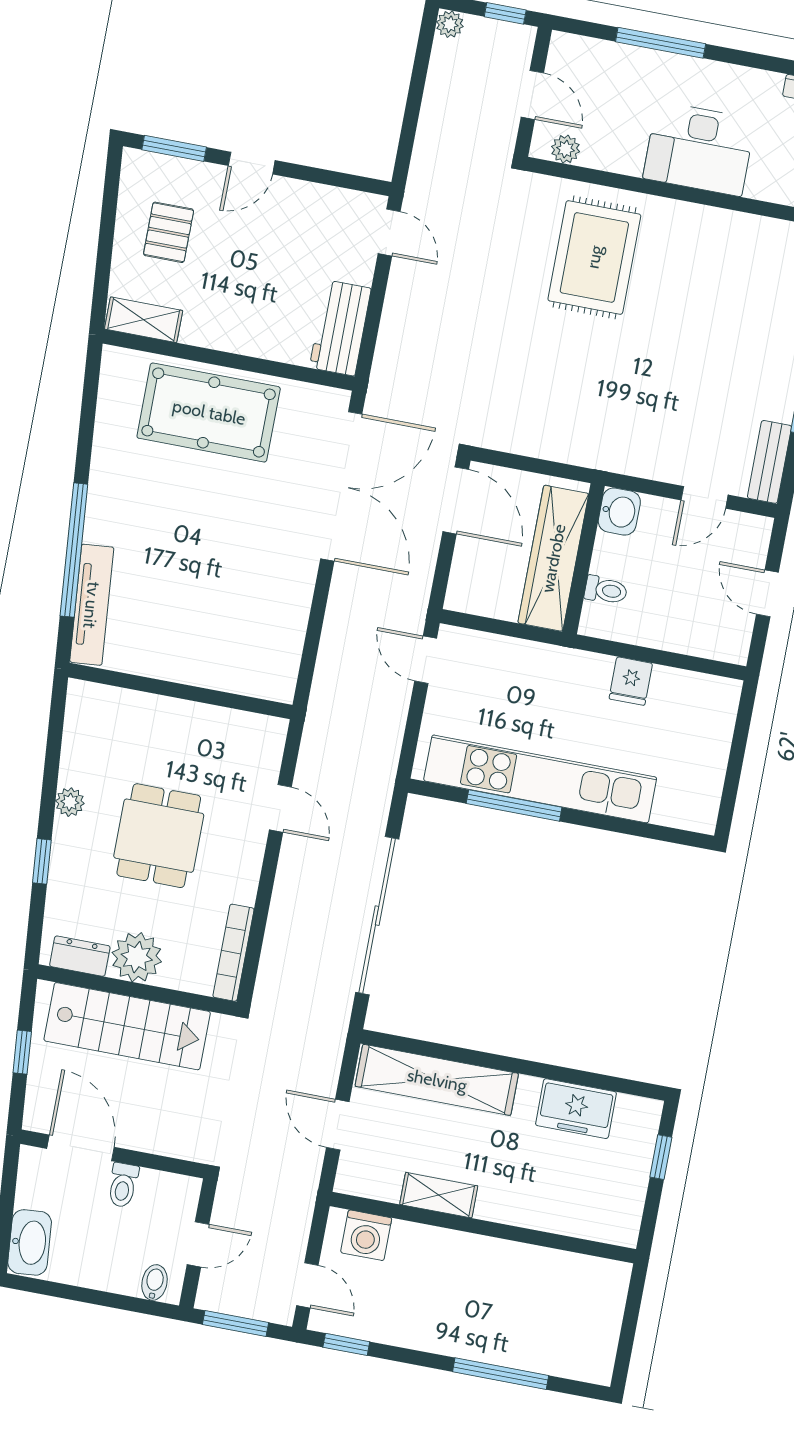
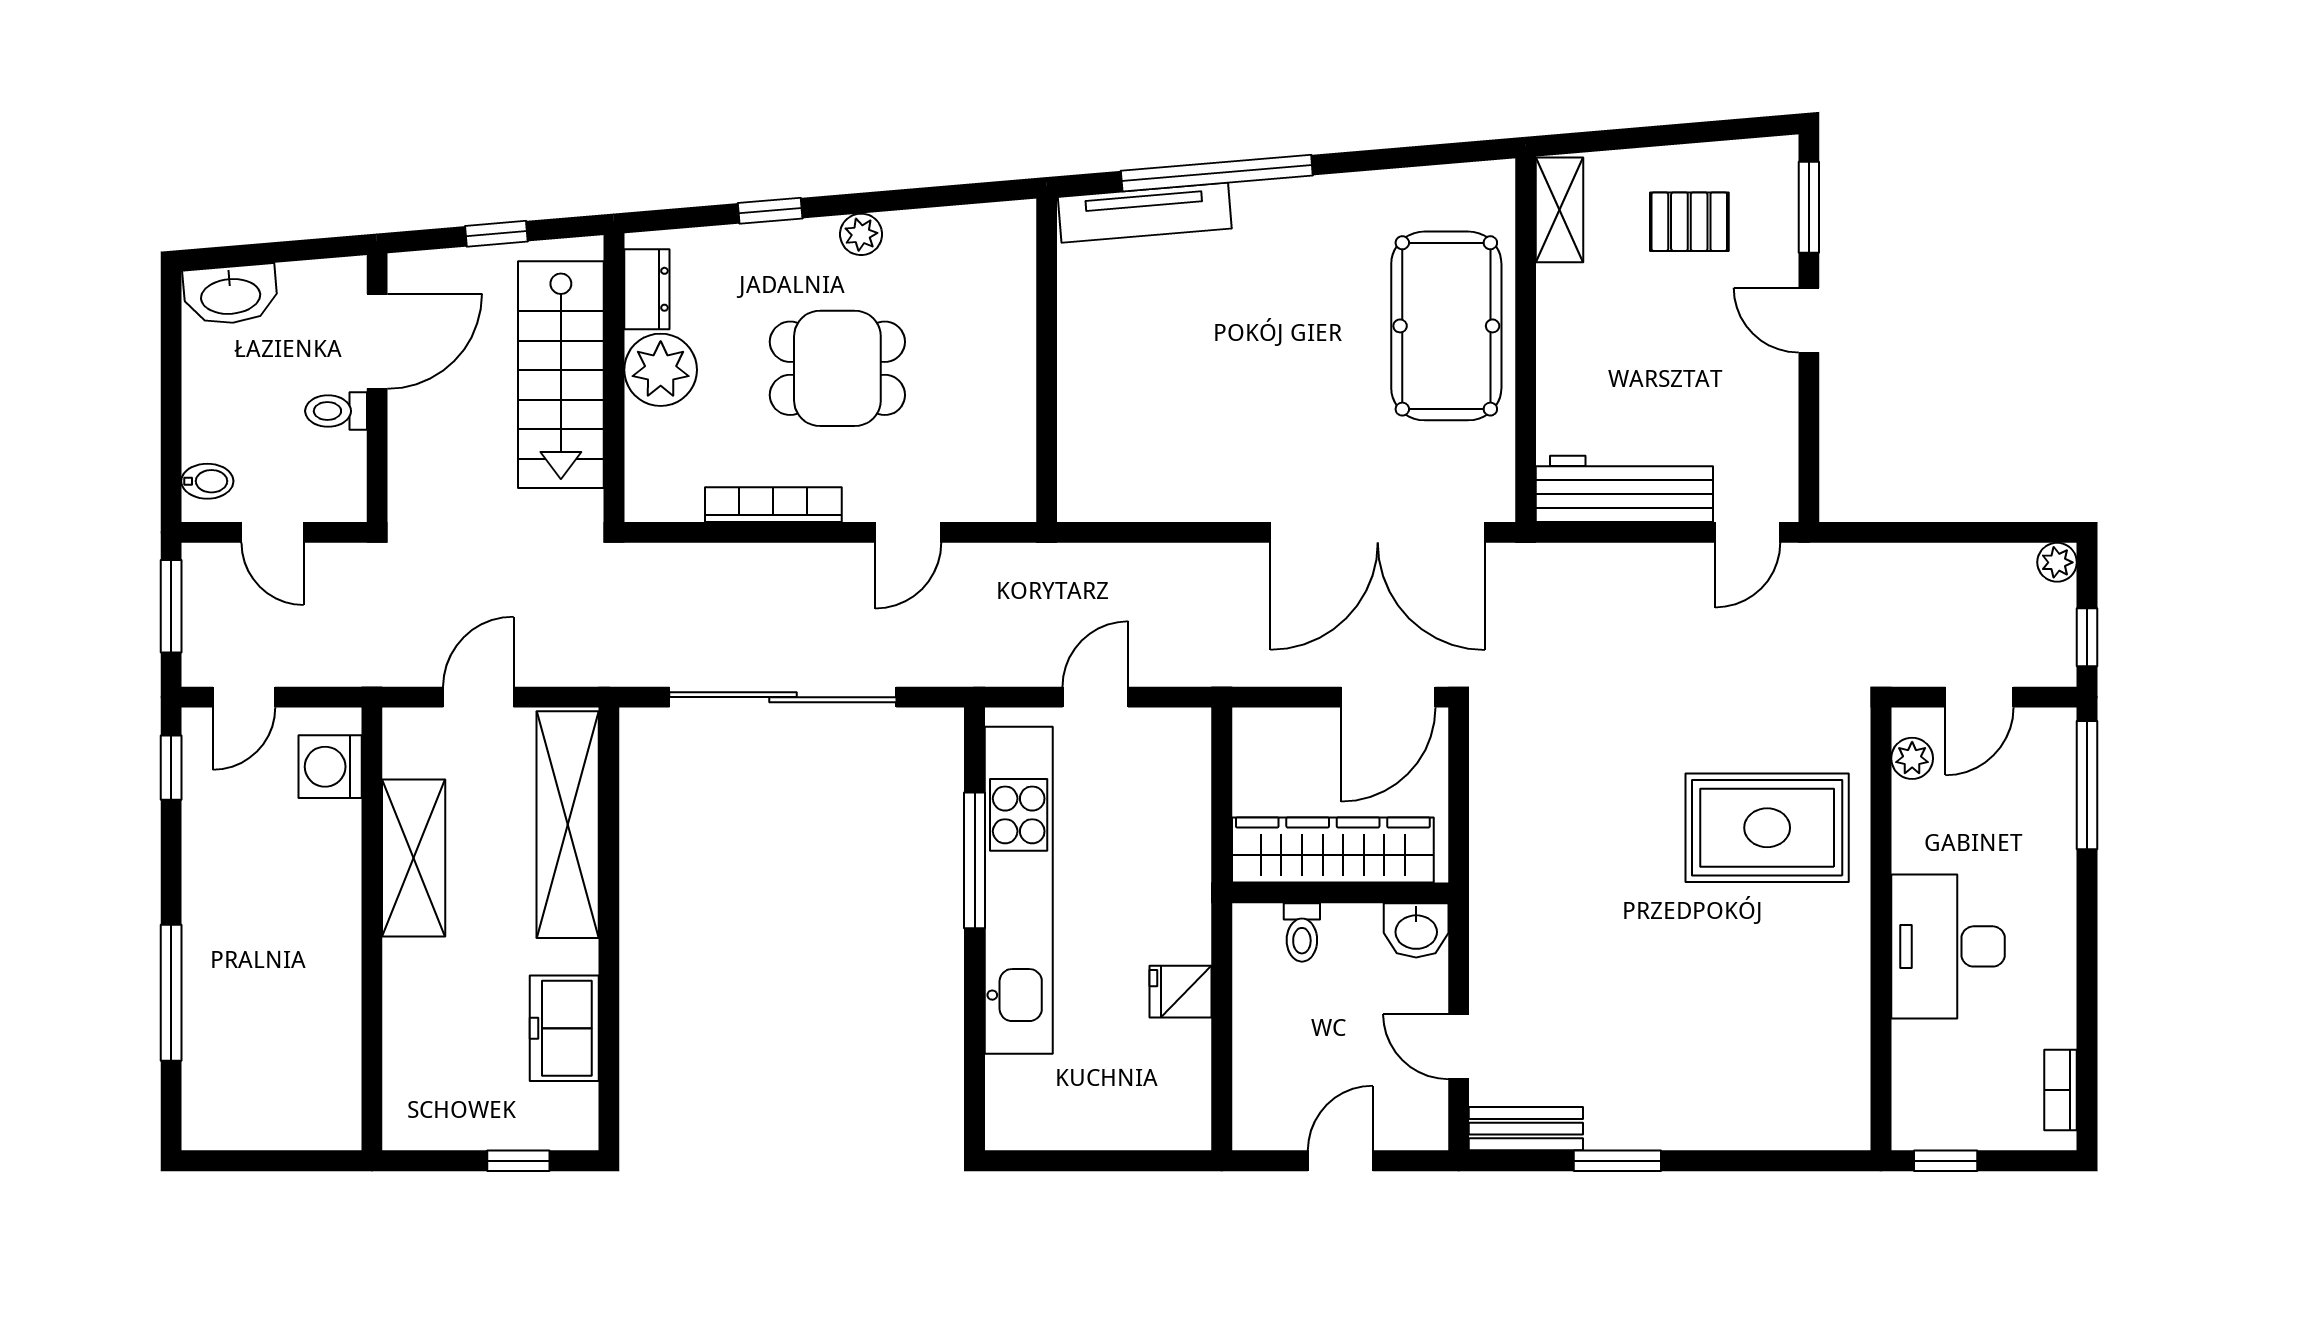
window: (661, 43) -> (2087, 785), moved
workbench: (340, 328) -> (1624, 489), width x1.38
door: (426, 660) -> (1095, 697), moved
bookcase: (233, 953) -> (773, 505), moved
shelving: (439, 1195) -> (414, 858), width x1.50, depth x1.33

